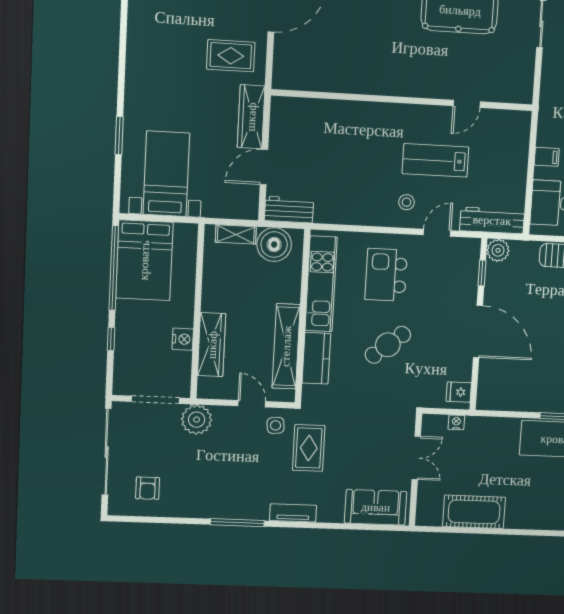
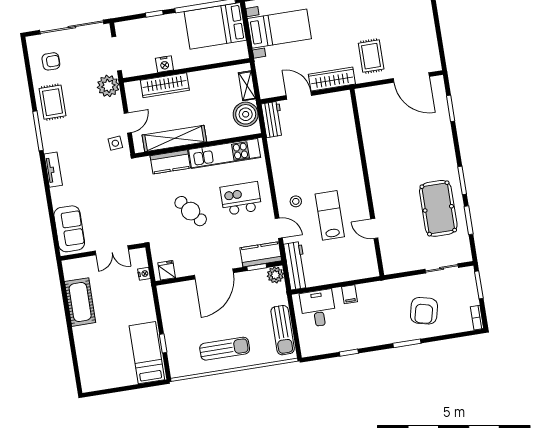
kitchen counter: (466, 264) -> (261, 254), added
rug: (309, 448) -> (53, 102), moved, turned 90
armchair: (148, 488) -> (51, 61), turned 180

